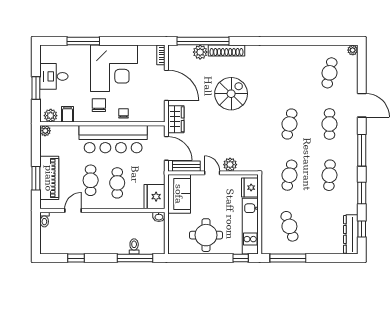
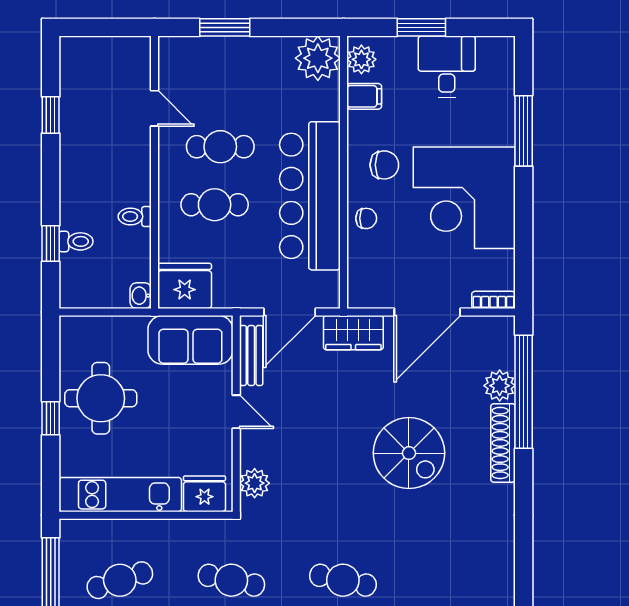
plant: (45, 131) -> (318, 58), width x1.87, depth x1.87
plant: (230, 165) -> (255, 483), moved
door: (212, 173) -> (236, 412), hinge flipped
piano: (49, 178) -> (225, 56), removed
toilet: (44, 220) -> (135, 216), moved
window: (135, 258) -> (51, 243), width x0.46
window: (241, 258) -> (51, 418), moved

